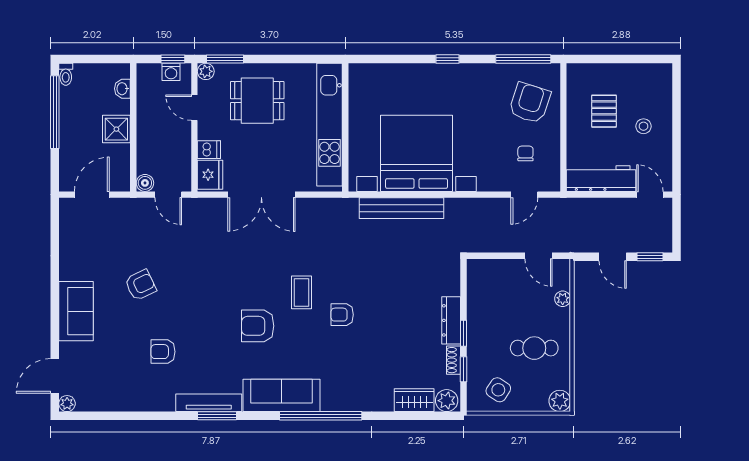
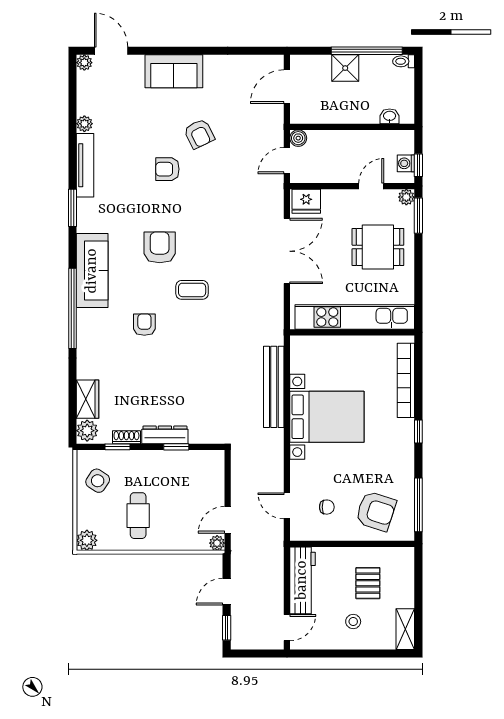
bookcase: (395, 72) -> (406, 380), added
shelving: (651, 73) -> (405, 629), added
dining table: (257, 101) -> (378, 247), turned 90
pallet: (604, 111) -> (368, 583), turned 90
shower: (116, 129) -> (345, 68), moved
dishwasher: (209, 150) -> (330, 200), removed
bed with nightstands: (417, 153) -> (327, 417), width x0.73
door: (92, 195) -> (287, 87), swing flipped
double door: (261, 195) -> (287, 251), swing flipped
plant: (563, 299) -> (217, 543), moved
armchair: (342, 315) -> (144, 325), moved
window: (463, 333) -> (176, 447), moved
armchair: (163, 352) -> (167, 169), moved, turned -90
plant: (130, 403) -> (84, 124), added
tv unit: (209, 403) -> (85, 165), moved

